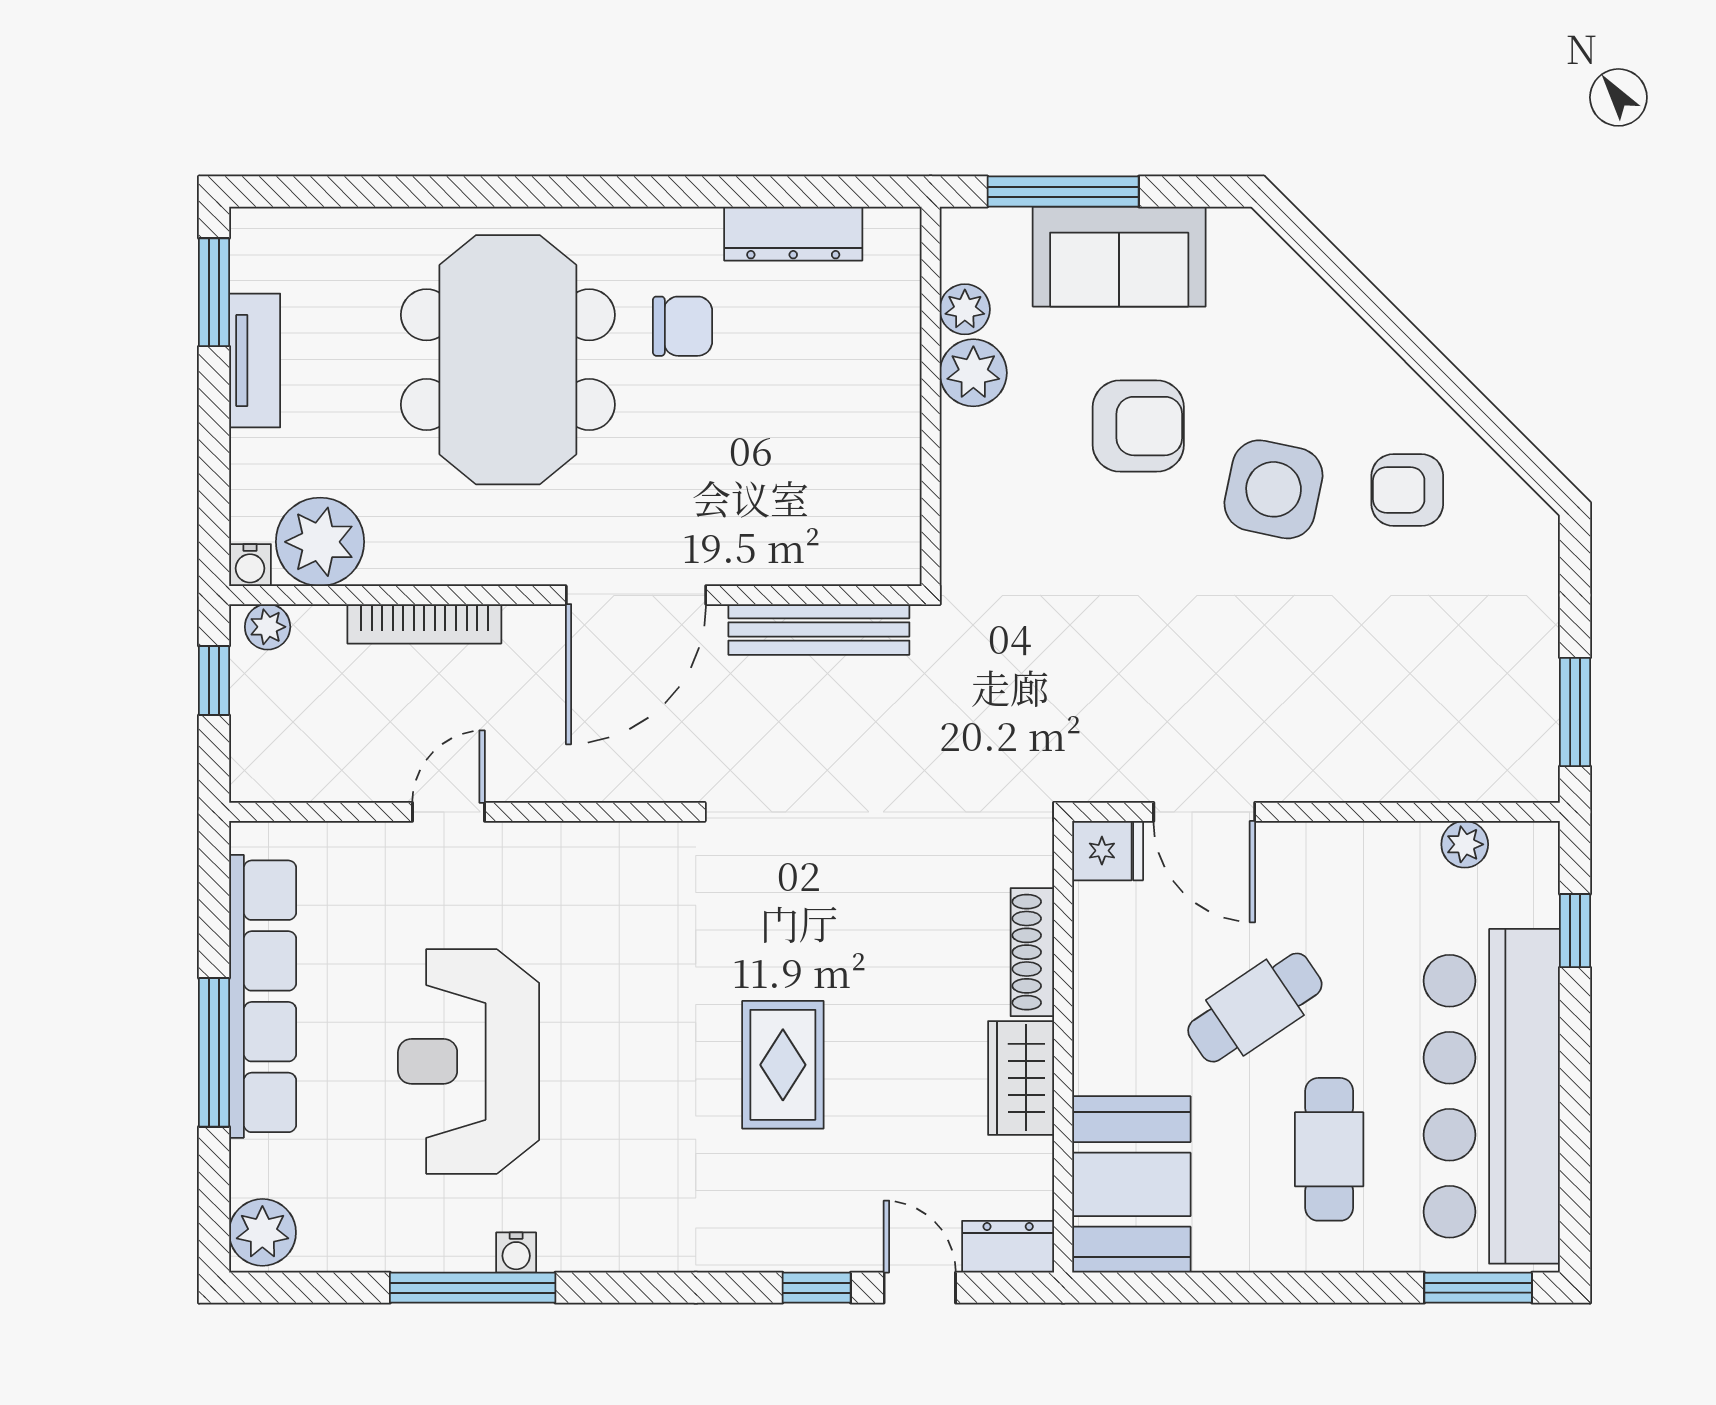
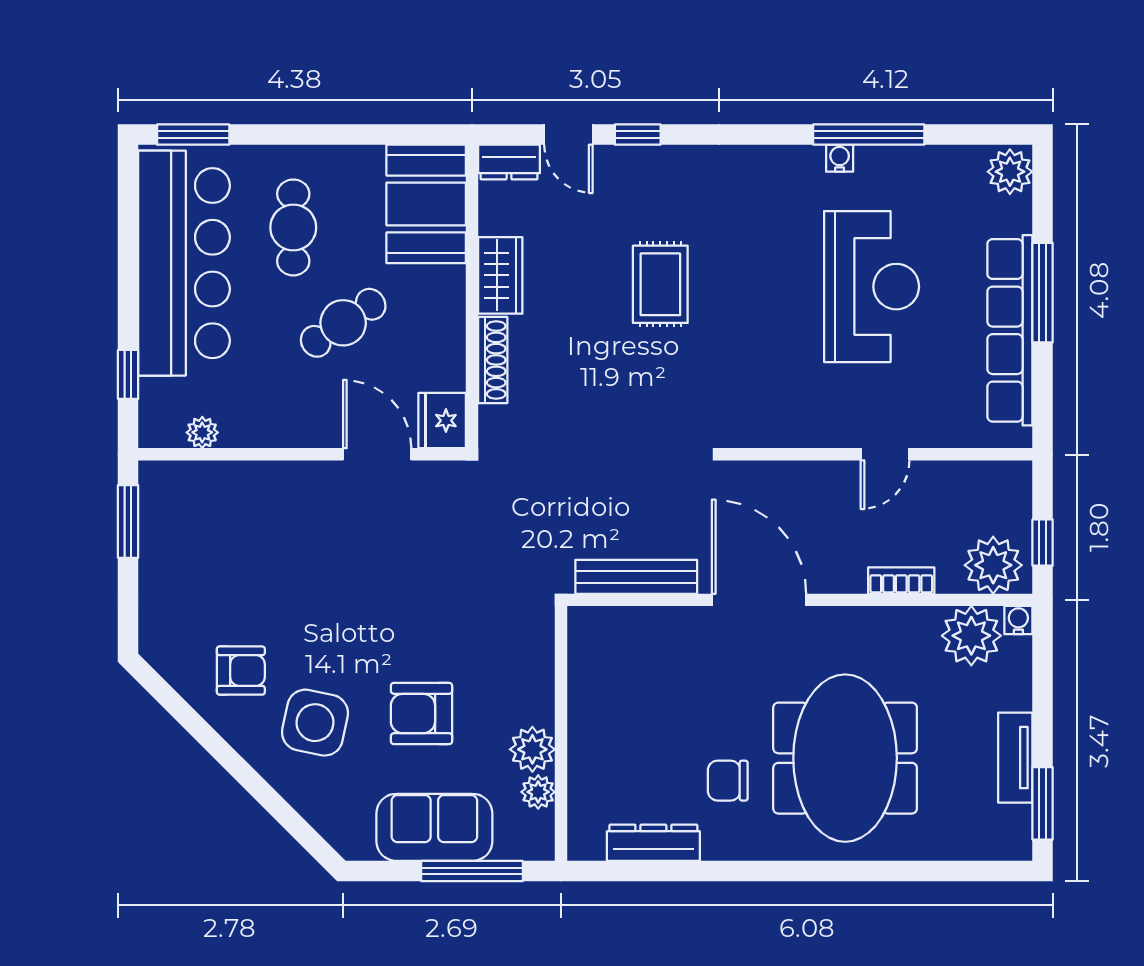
side table: (1274, 489) -> (315, 723), moved
door: (636, 595) -> (759, 600), hinge flipped
bookcase: (424, 624) -> (901, 581), width x0.64
plant: (268, 627) -> (993, 565), width x1.87, depth x1.87
fridge: (1108, 851) -> (442, 421), width x1.38

